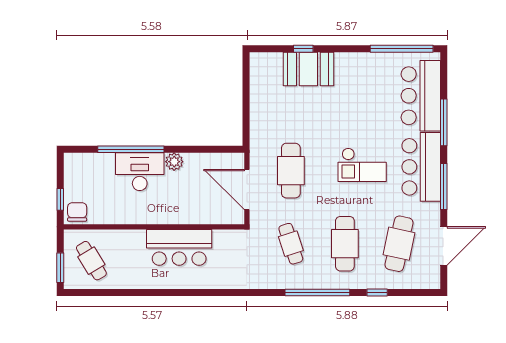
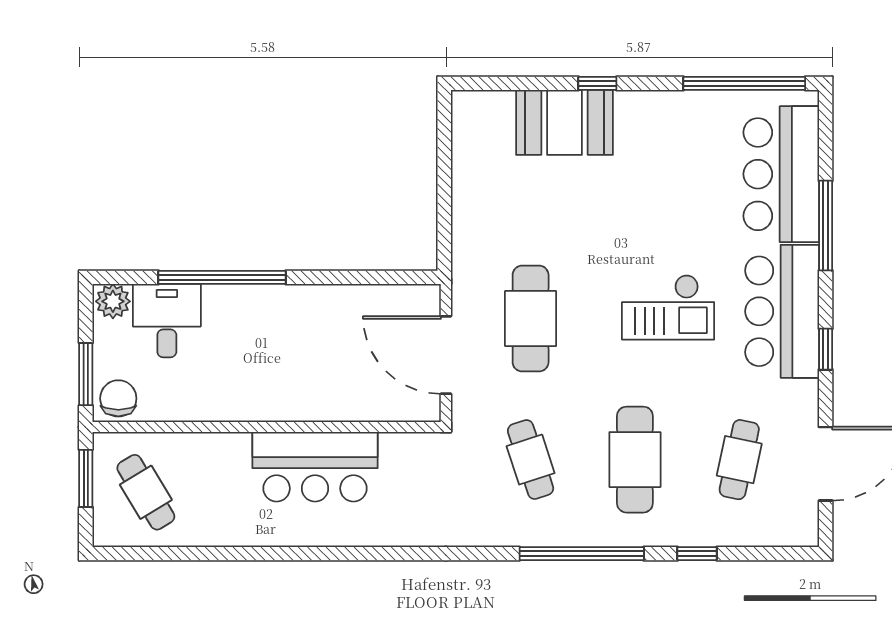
window: (303, 49) -> (597, 83), moved
plant: (174, 162) -> (113, 301), moved
desk: (140, 172) -> (167, 321), moved, width x0.73
window: (444, 186) -> (826, 349), width x0.46
window: (60, 199) -> (86, 374), width x1.50
cafe table: (399, 244) -> (739, 460), width x0.73, depth x0.74
window: (60, 268) -> (86, 478), moved

